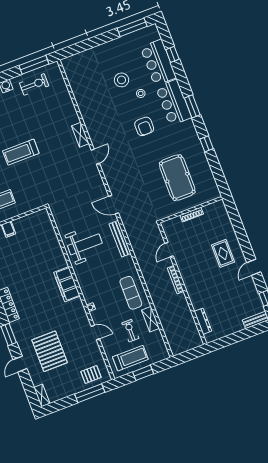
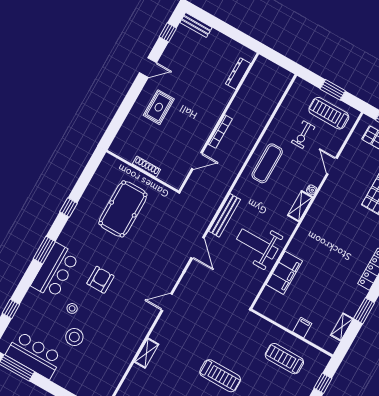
bar counter: (158, 62) -> (34, 355), moved, turned -90
shelving: (80, 135) -> (147, 353), moved
filing cabinet: (67, 284) -> (284, 273), moved
shelving: (150, 319) -> (300, 206), moved

